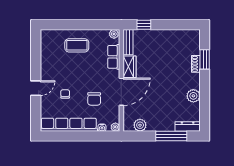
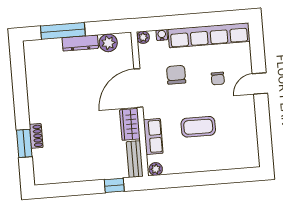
coffee table: (77, 45) -> (198, 127), moved
plant: (193, 96) -> (36, 90), removed
dresser: (188, 127) -> (80, 43), moved

